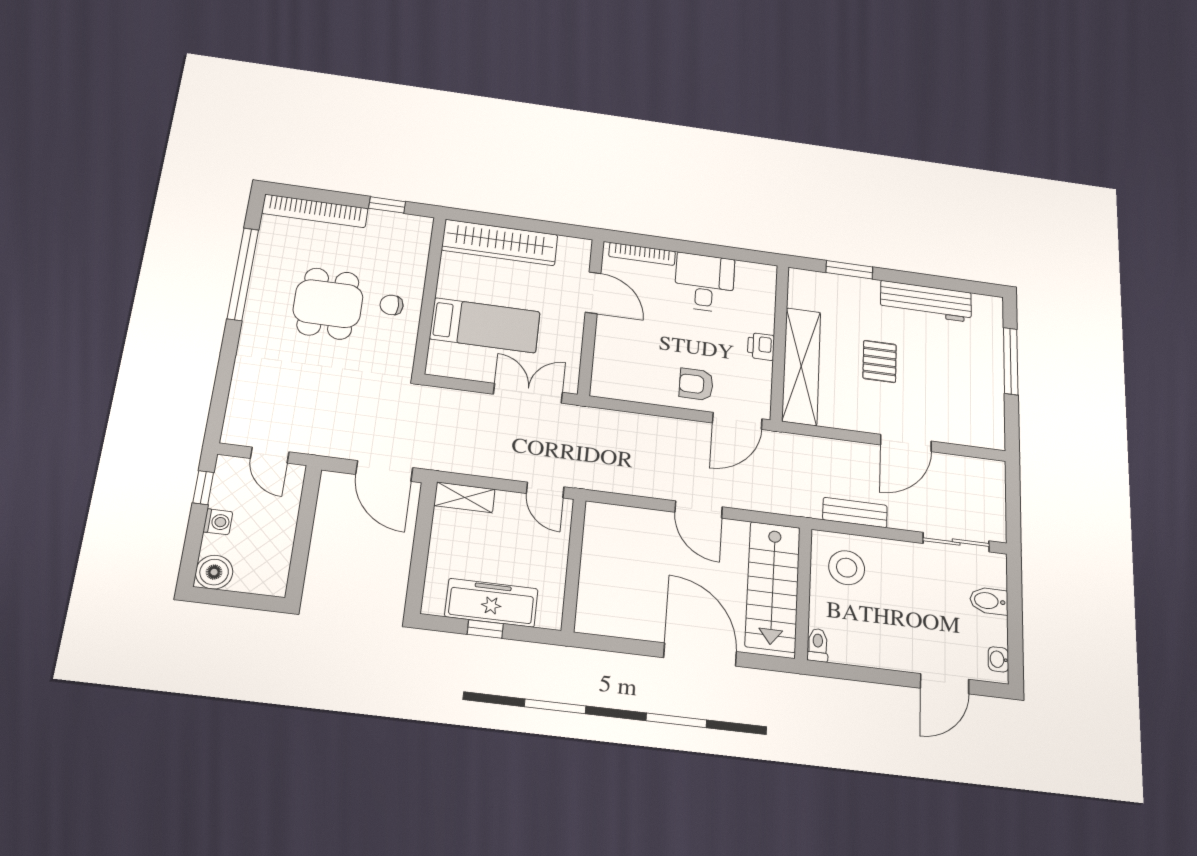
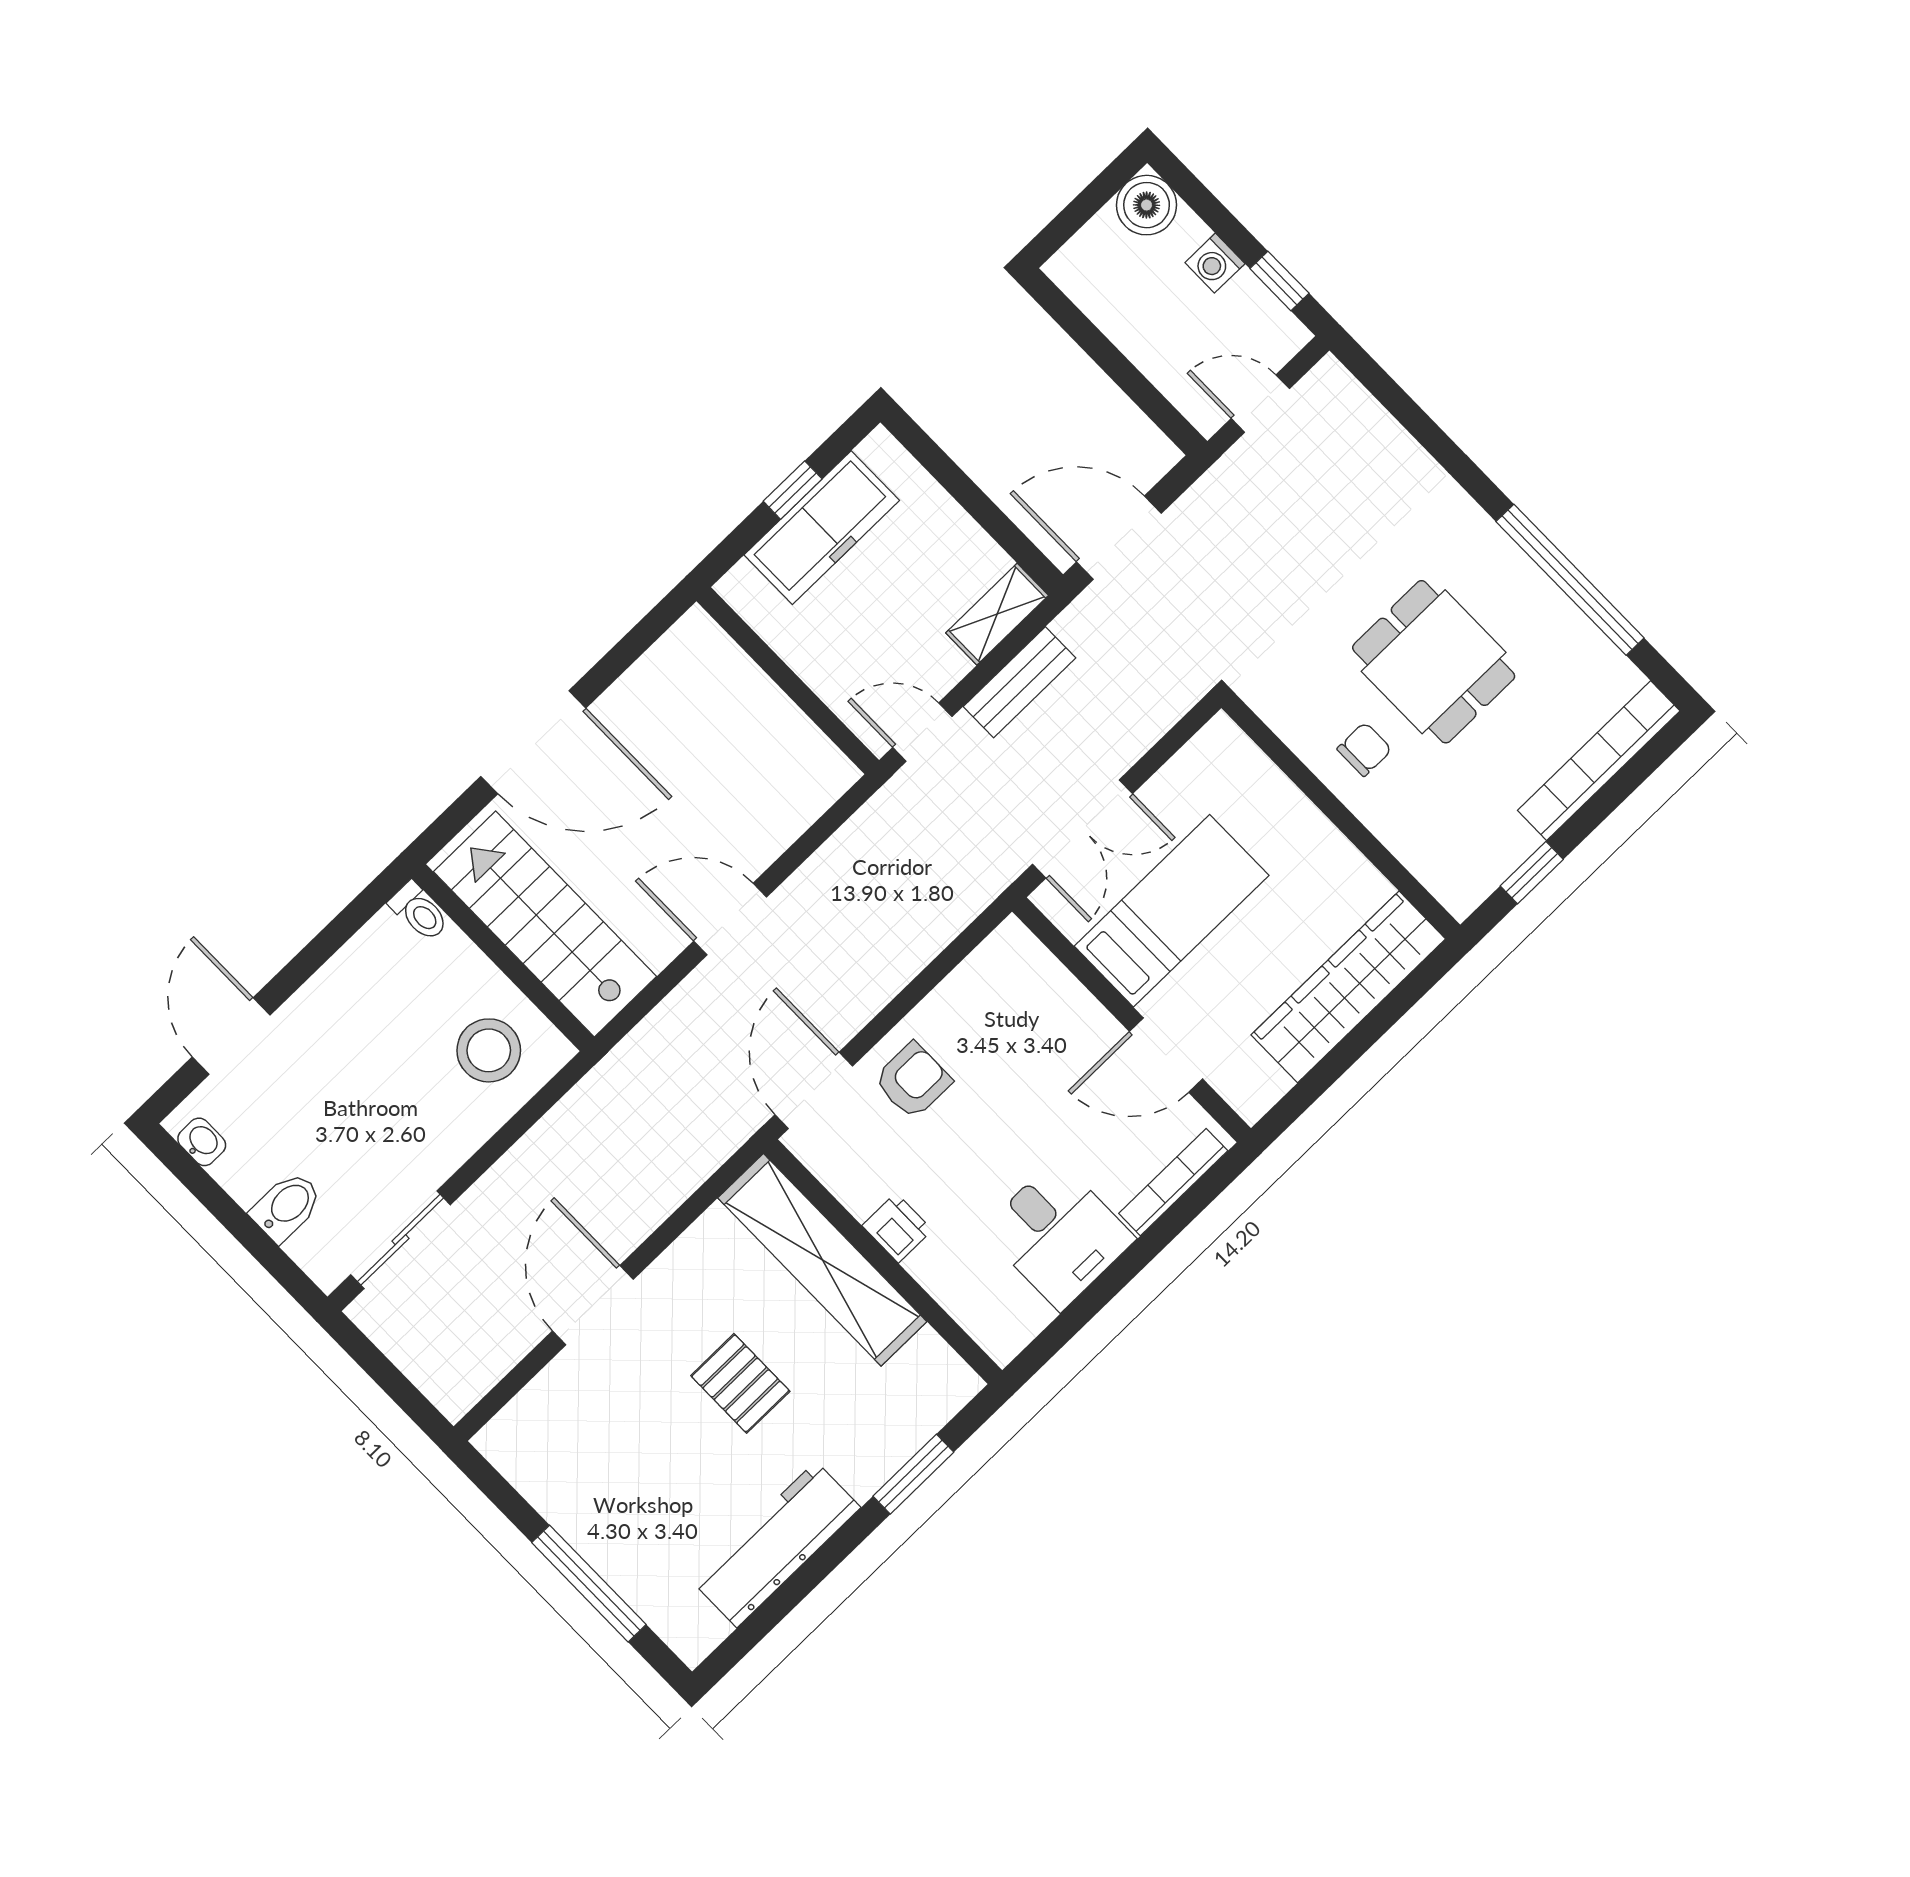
bed: (485, 325) -> (1172, 911), moved, turned 180
bench: (855, 513) -> (1020, 682), moved

